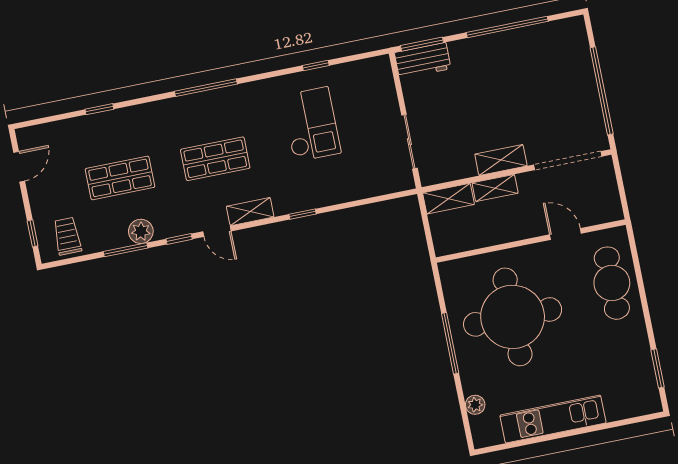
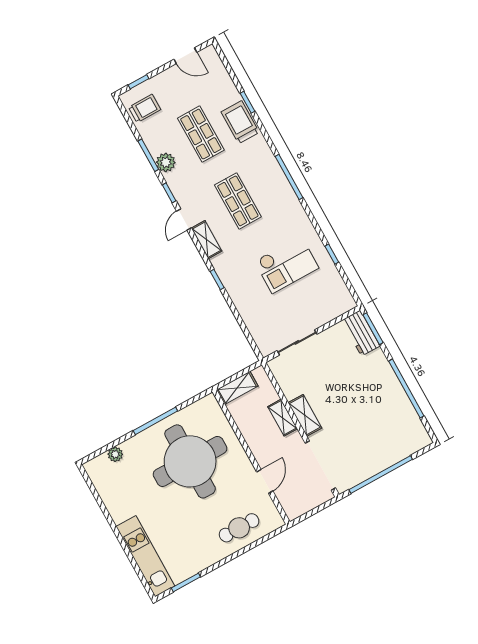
trolley: (121, 126) -> (240, 122), added
shelving: (449, 199) -> (237, 388), moved, turned 90
cafe table: (612, 283) -> (239, 528), width x0.73, depth x0.74
kitchen unit: (553, 419) -> (145, 556), moved

